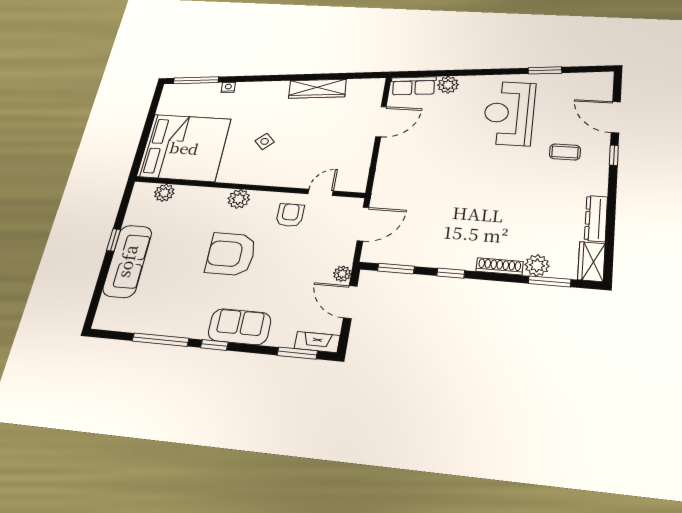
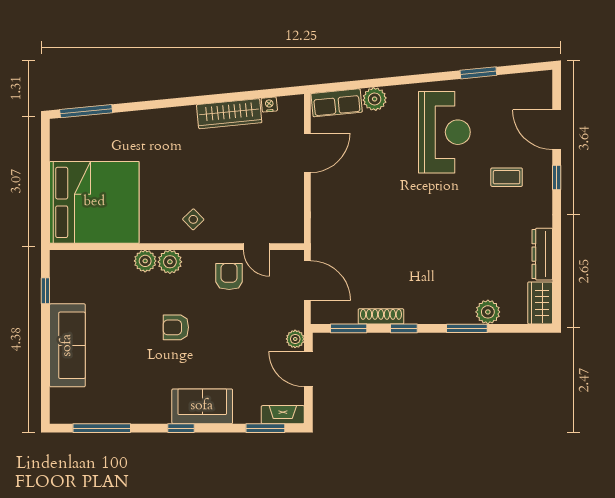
nightstand: (228, 87) -> (269, 105), moved
reception desk: (509, 113) -> (444, 132), turned 180
side table: (265, 141) -> (193, 219), moved
door: (321, 192) -> (257, 247), swing flipped
plant: (164, 193) -> (145, 261), moved
door: (363, 224) -> (307, 281), hinge flipped
window: (114, 240) -> (45, 291), moved
armchair: (231, 254) -> (176, 327), width x0.53, depth x0.53
shoe rack: (500, 266) -> (381, 316), moved
window: (550, 281) -> (467, 328), moved
window: (160, 340) -> (102, 428), moved

